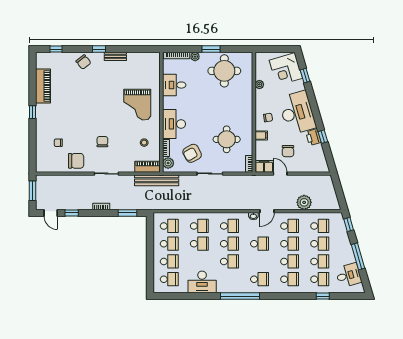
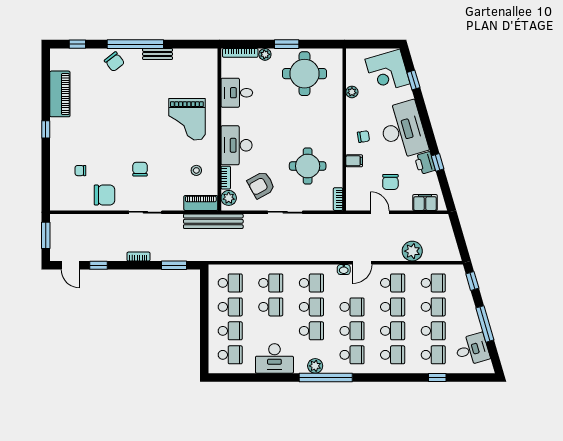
window: (99, 49) -> (135, 44), width x3.17
filing cabinet: (264, 166) -> (425, 202), moved
school desk: (260, 261) -> (352, 331), added
plant: (232, 287) -> (315, 366), added

